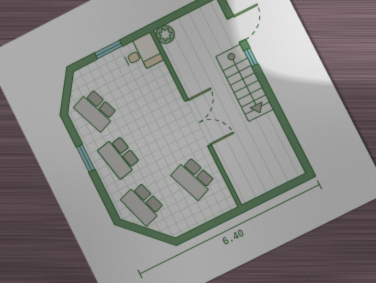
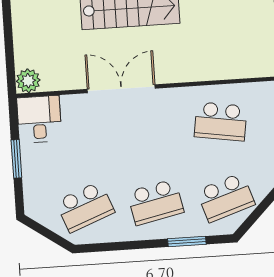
double door: (198, 123) -> (121, 89), moved
window: (86, 158) -> (187, 242), moved
school desk: (193, 178) -> (221, 122), turned 30

